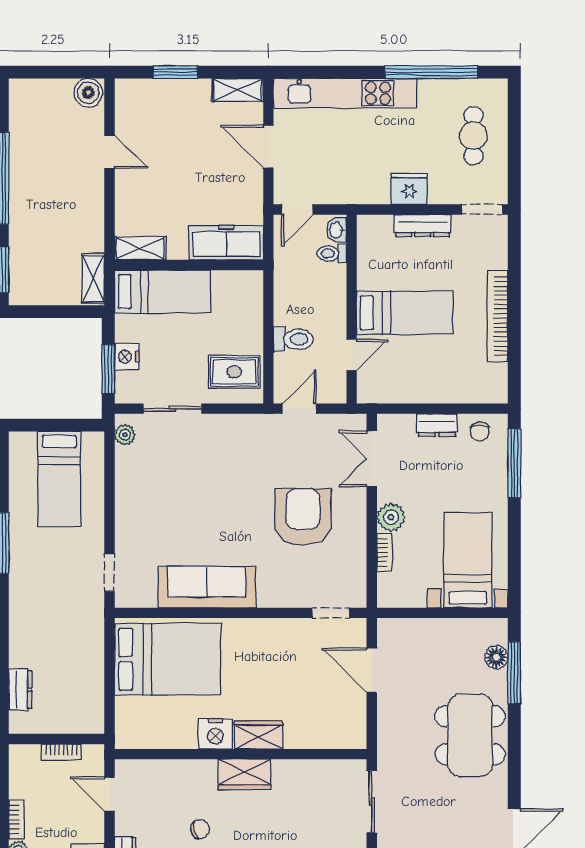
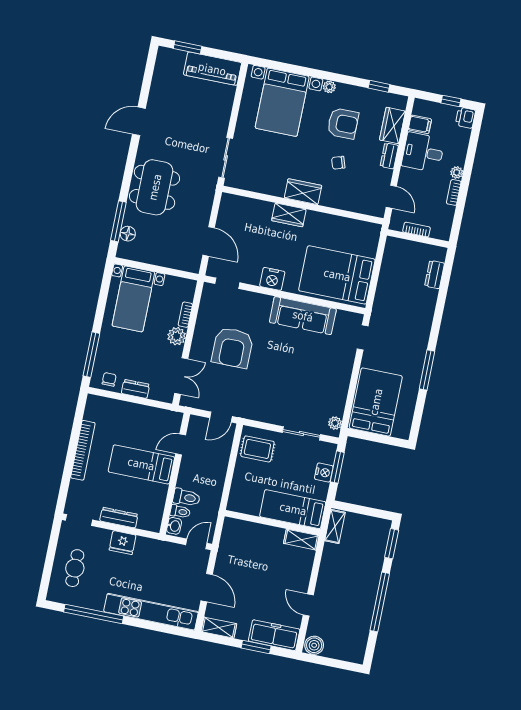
freezer: (226, 243) -> (274, 635), moved, turned 180
toilet: (293, 339) -> (186, 497), moved, turned 180
bed: (59, 479) -> (376, 402), width x1.50
nightstand: (215, 734) -> (272, 279), moved, turned 180

